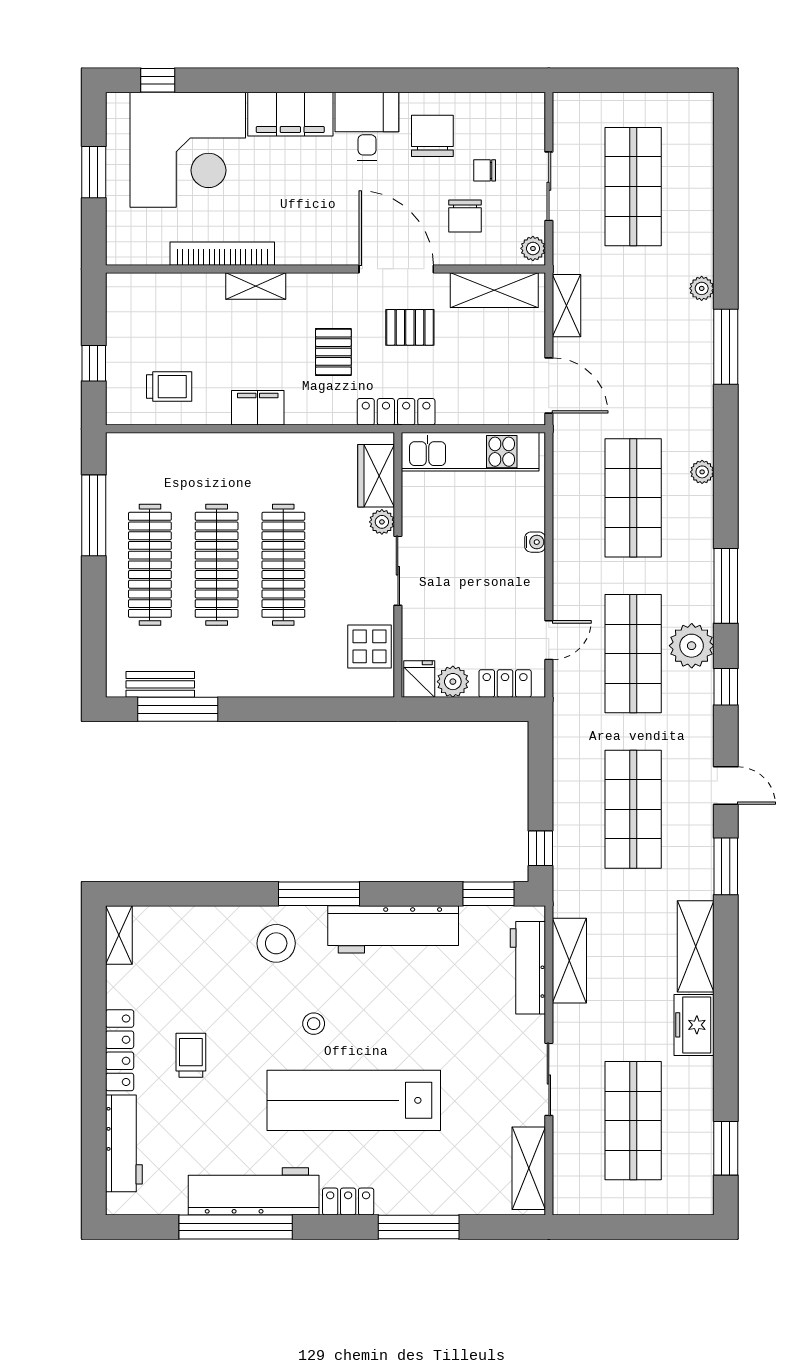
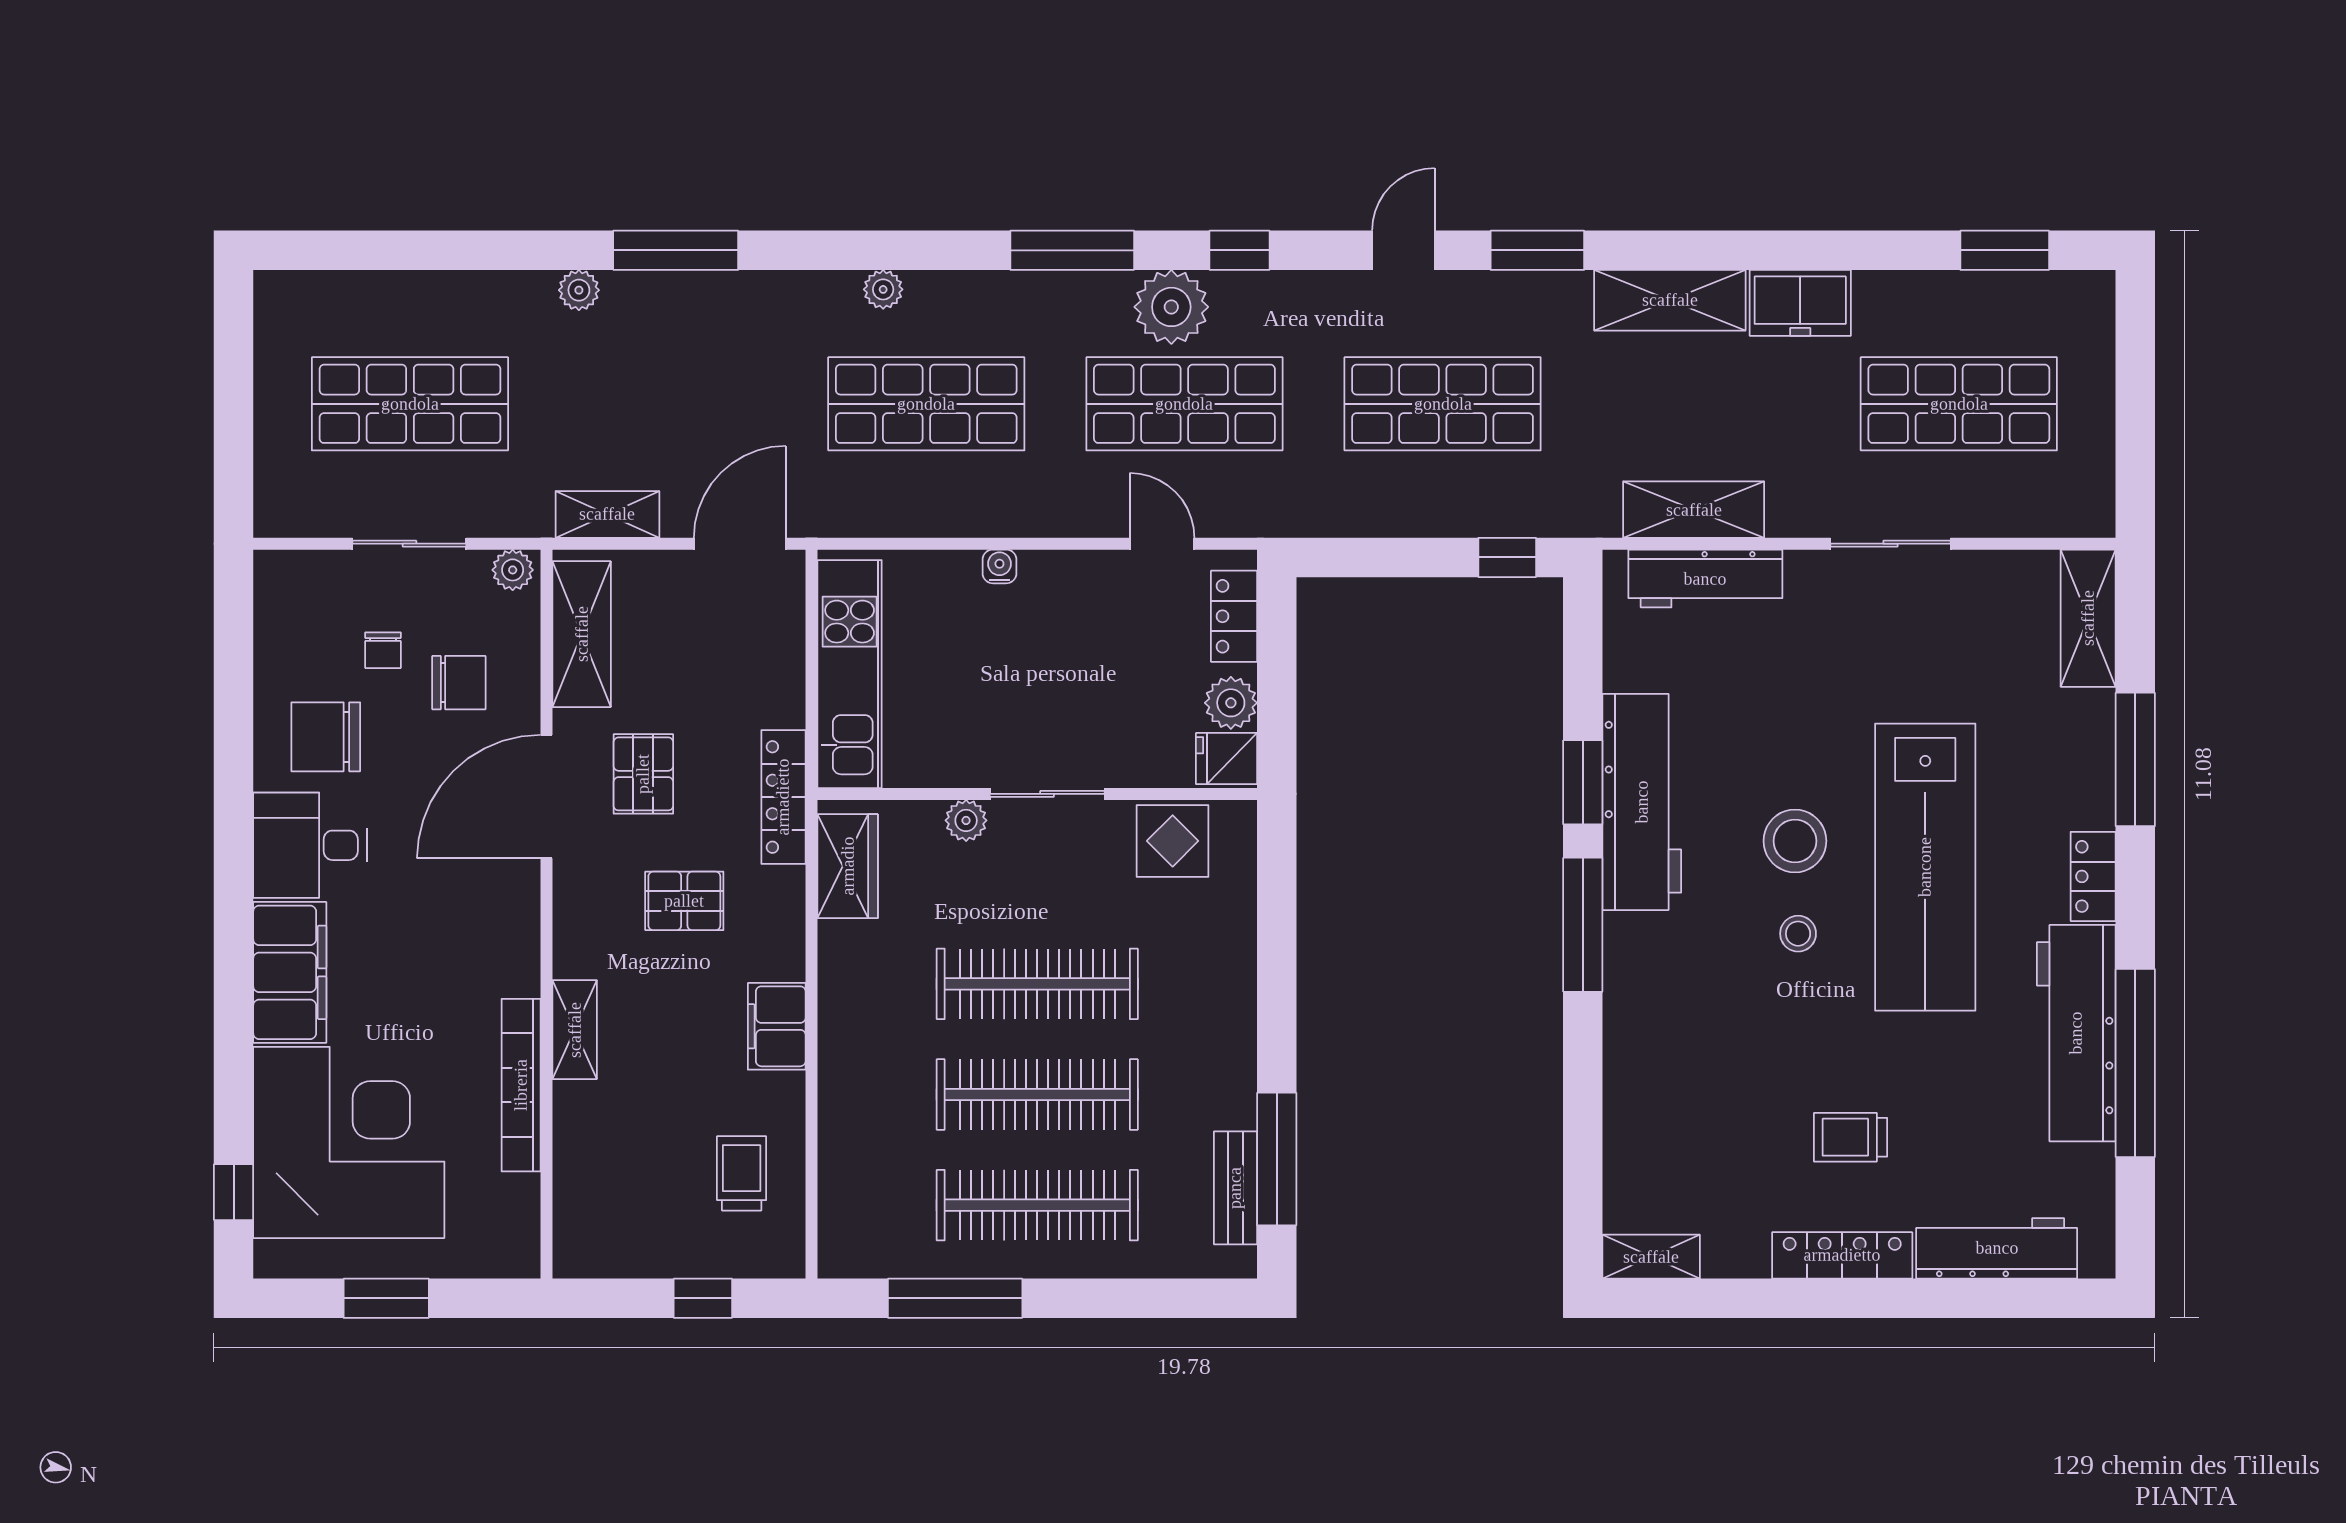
wardrobe: (376, 476) -> (848, 866), moved, turned -90
window: (488, 894) -> (1583, 782), moved
stool: (276, 943) -> (1795, 841), moved
shelving: (529, 1168) -> (2088, 618), moved, turned 90

